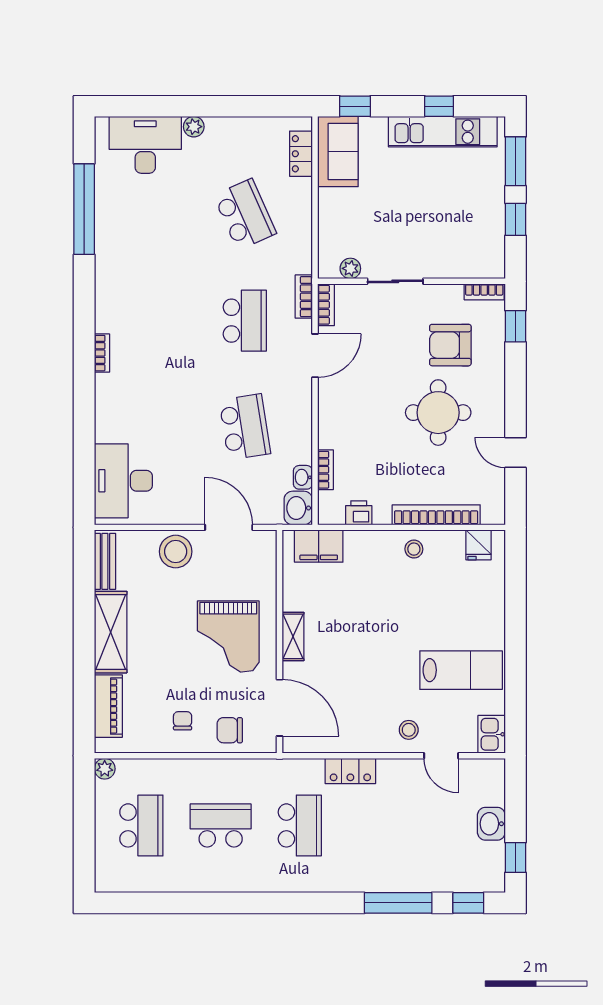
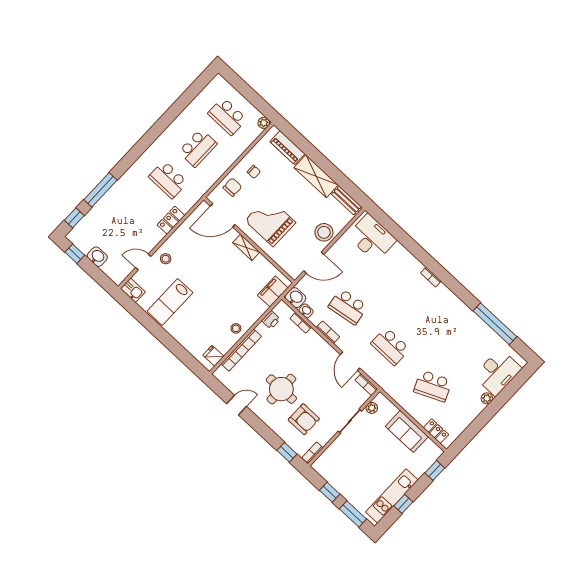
sofa: (338, 152) -> (407, 431), moved
bookcase: (304, 297) -> (328, 332), moved
armchair: (450, 345) -> (304, 419), turned 90

